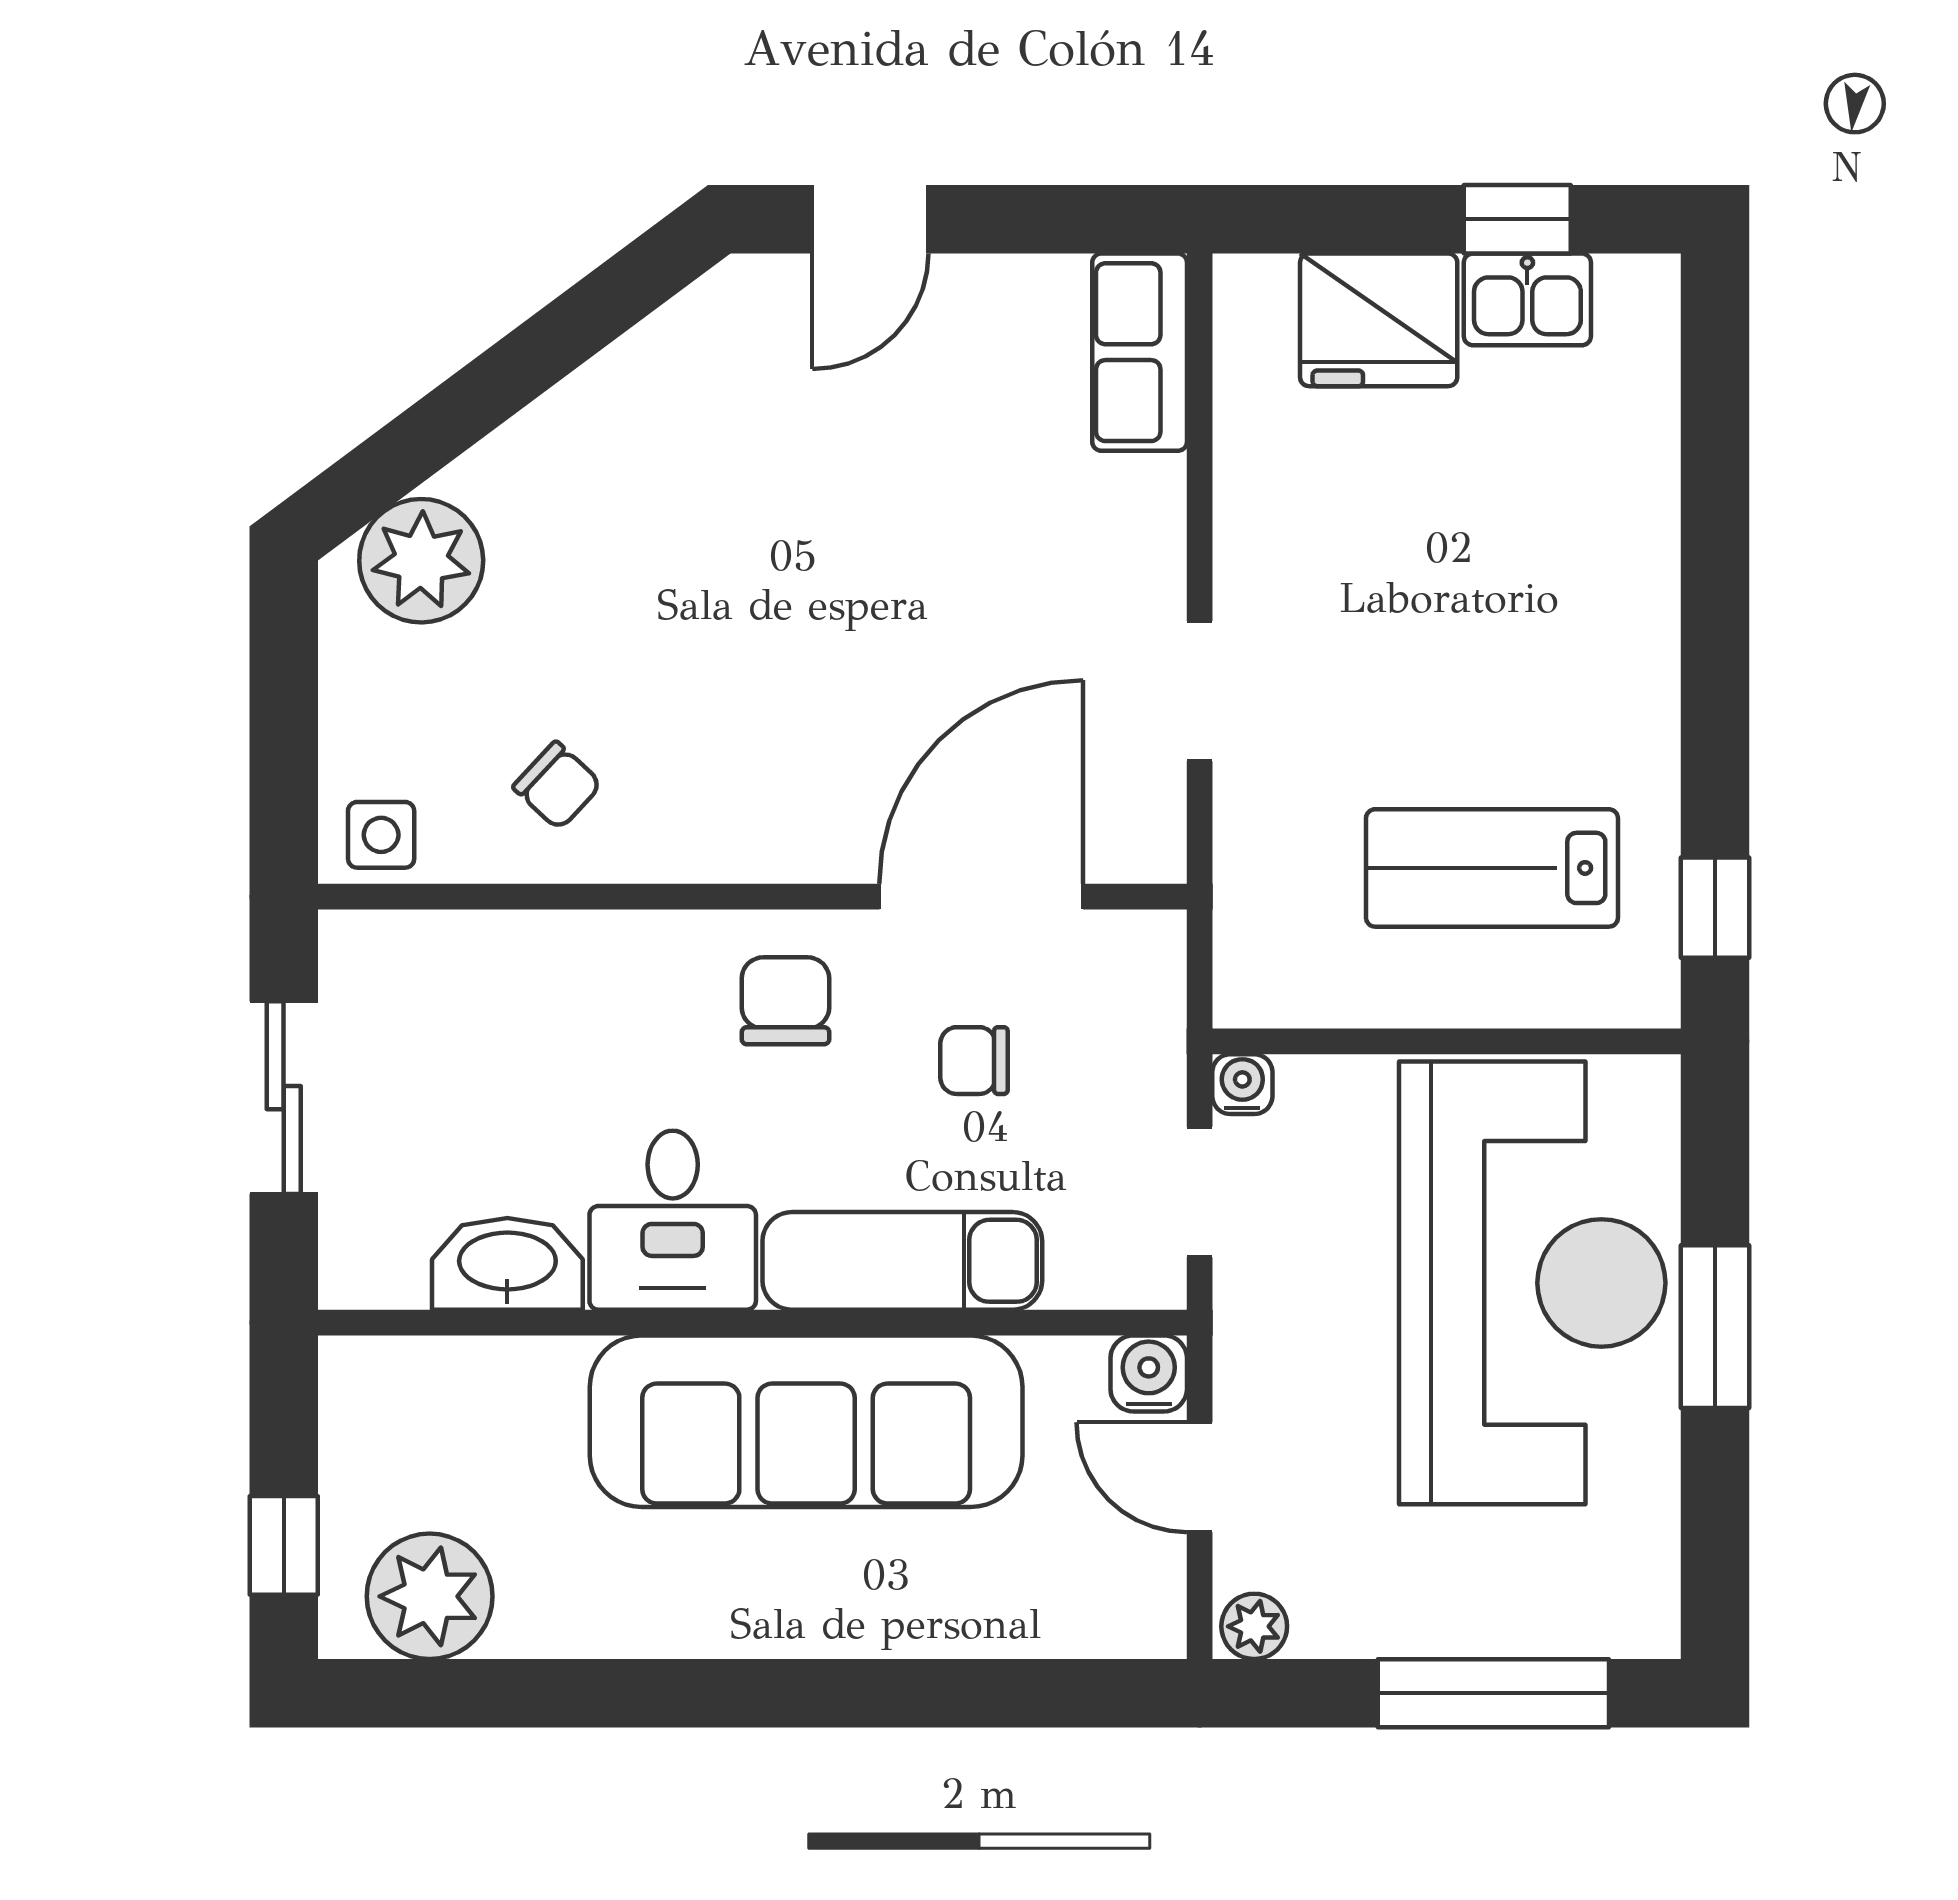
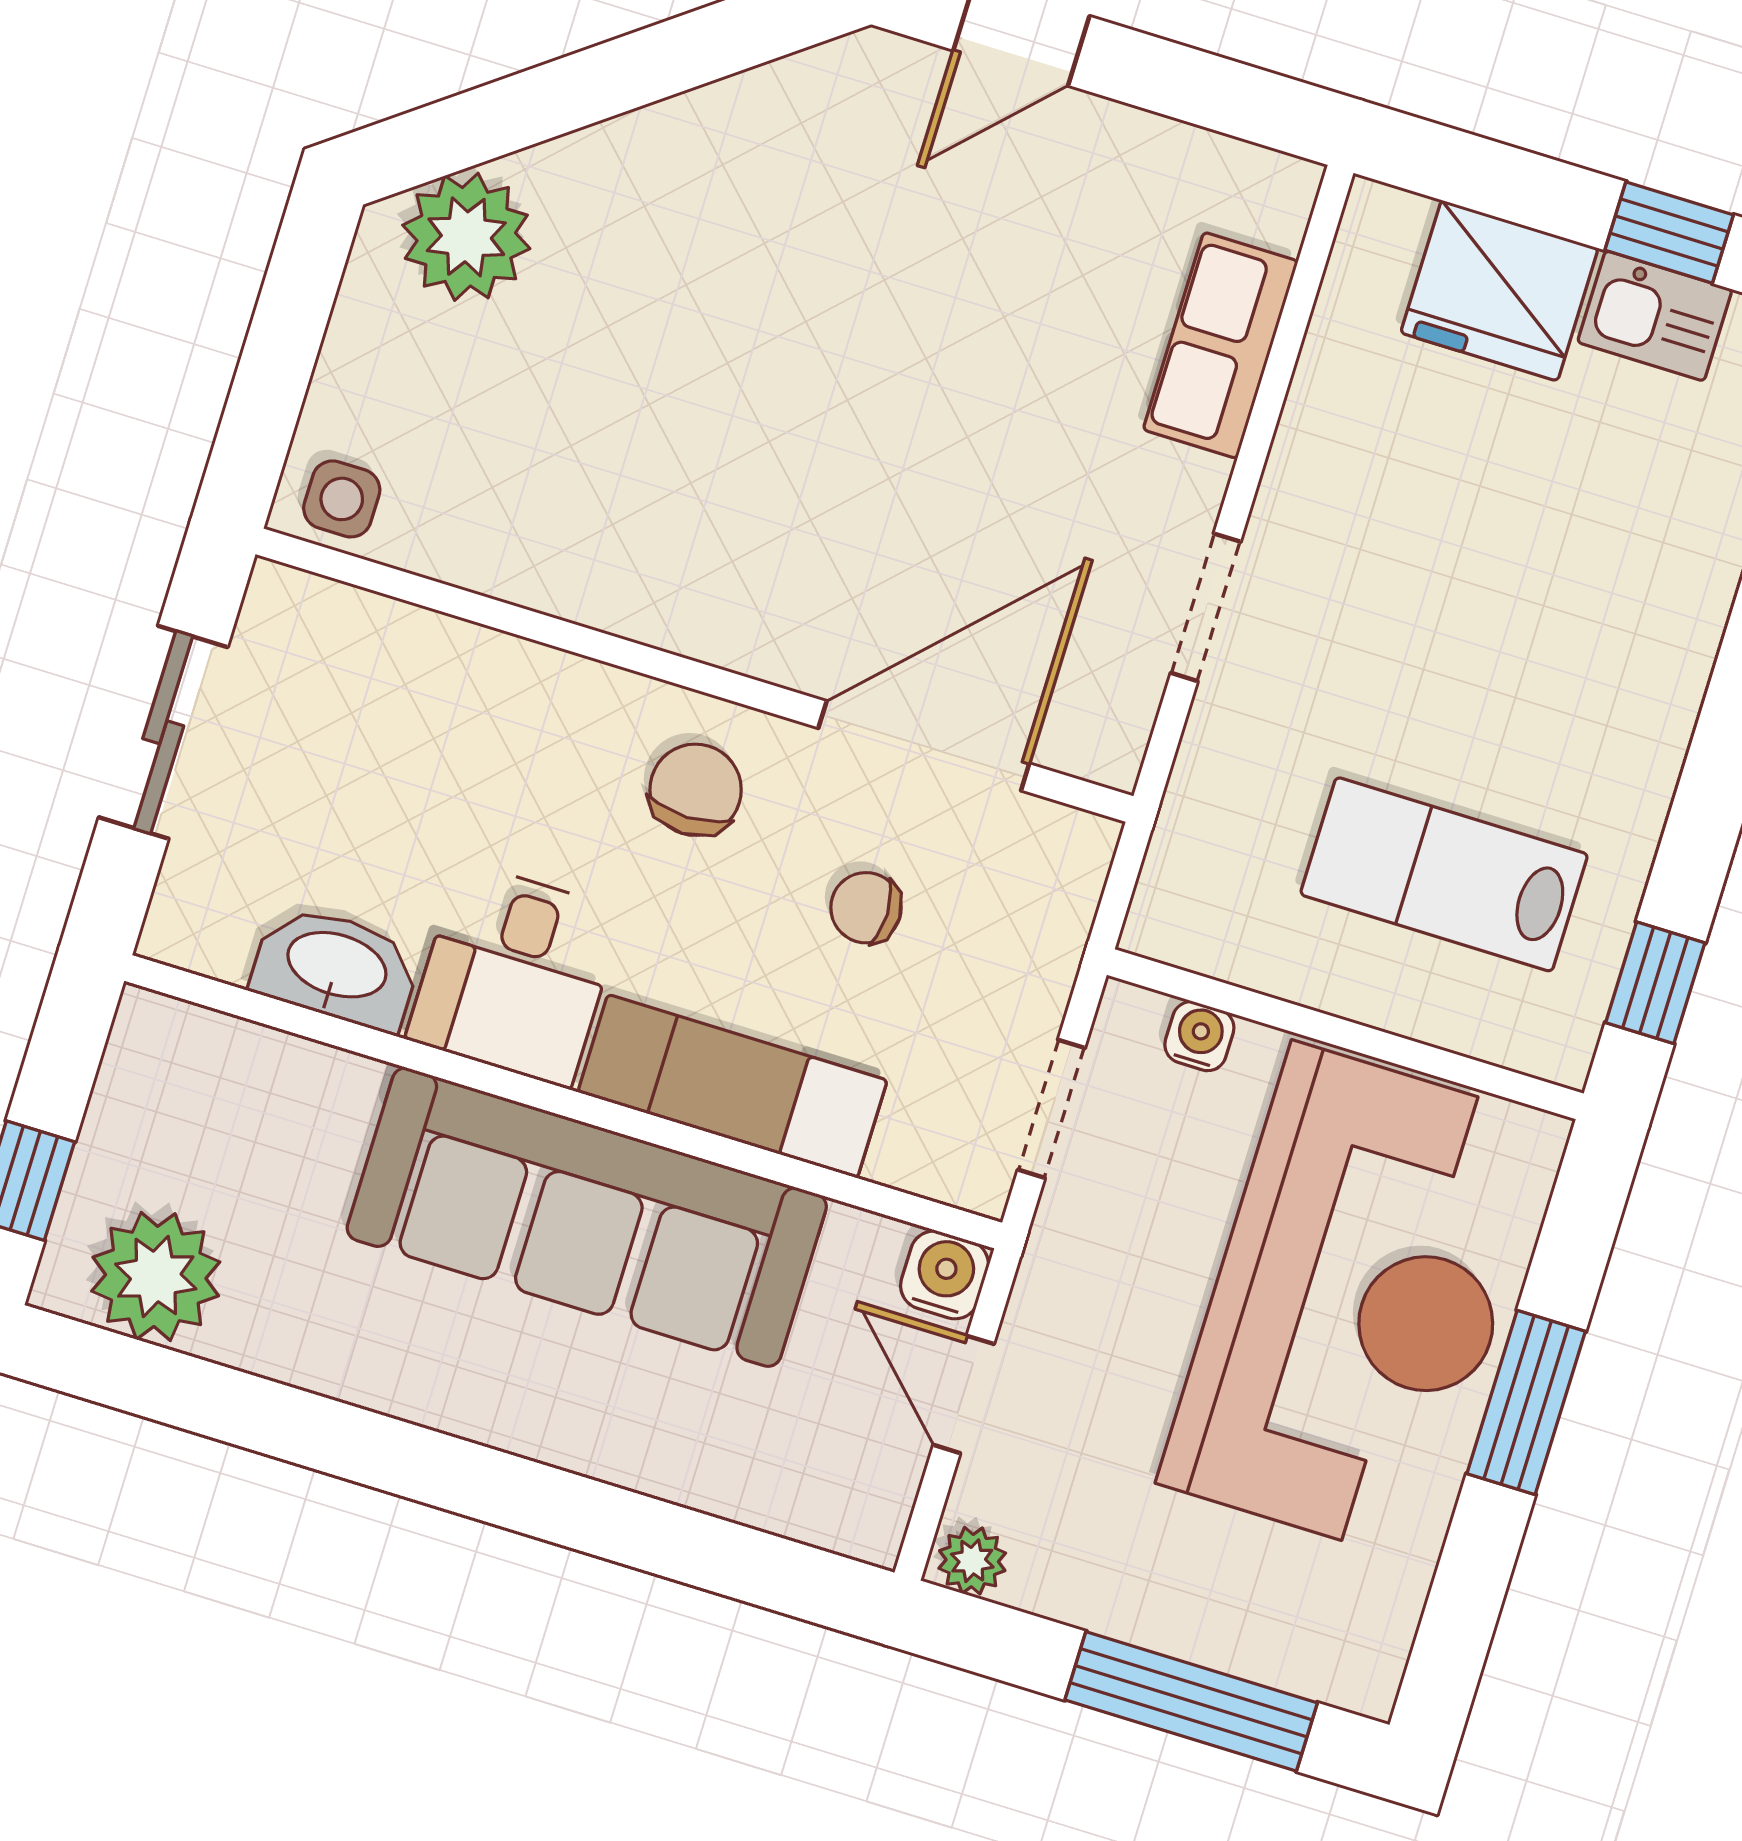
row of seats: (1140, 352) -> (1220, 345), moved
chair: (557, 786) -> (533, 504), removed
water cooler: (1242, 1084) -> (1199, 1036), moved

